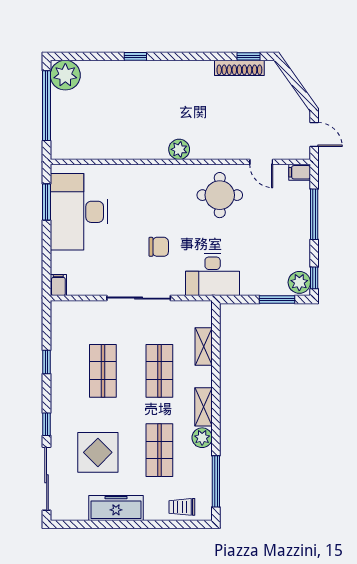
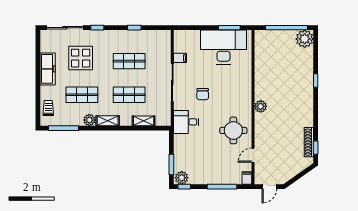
desk: (213, 275) -> (186, 122), width x0.73
filing cabinet: (58, 285) -> (180, 58), moved

